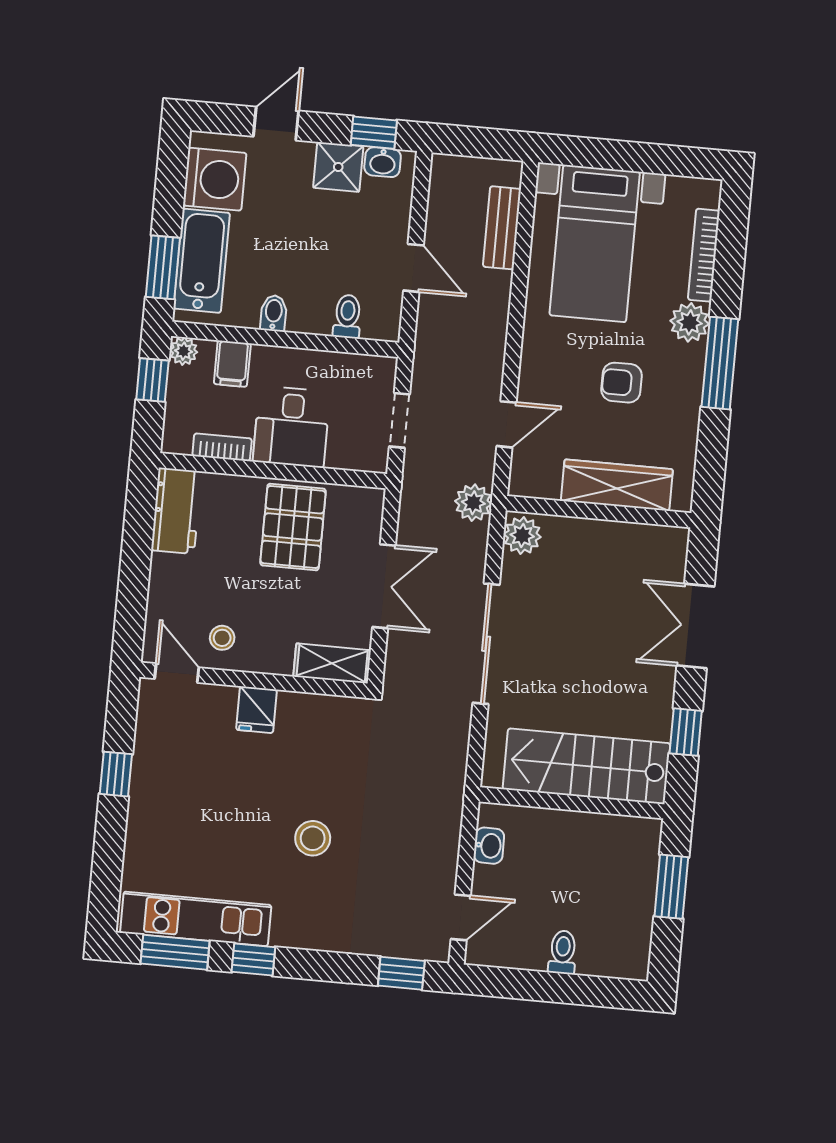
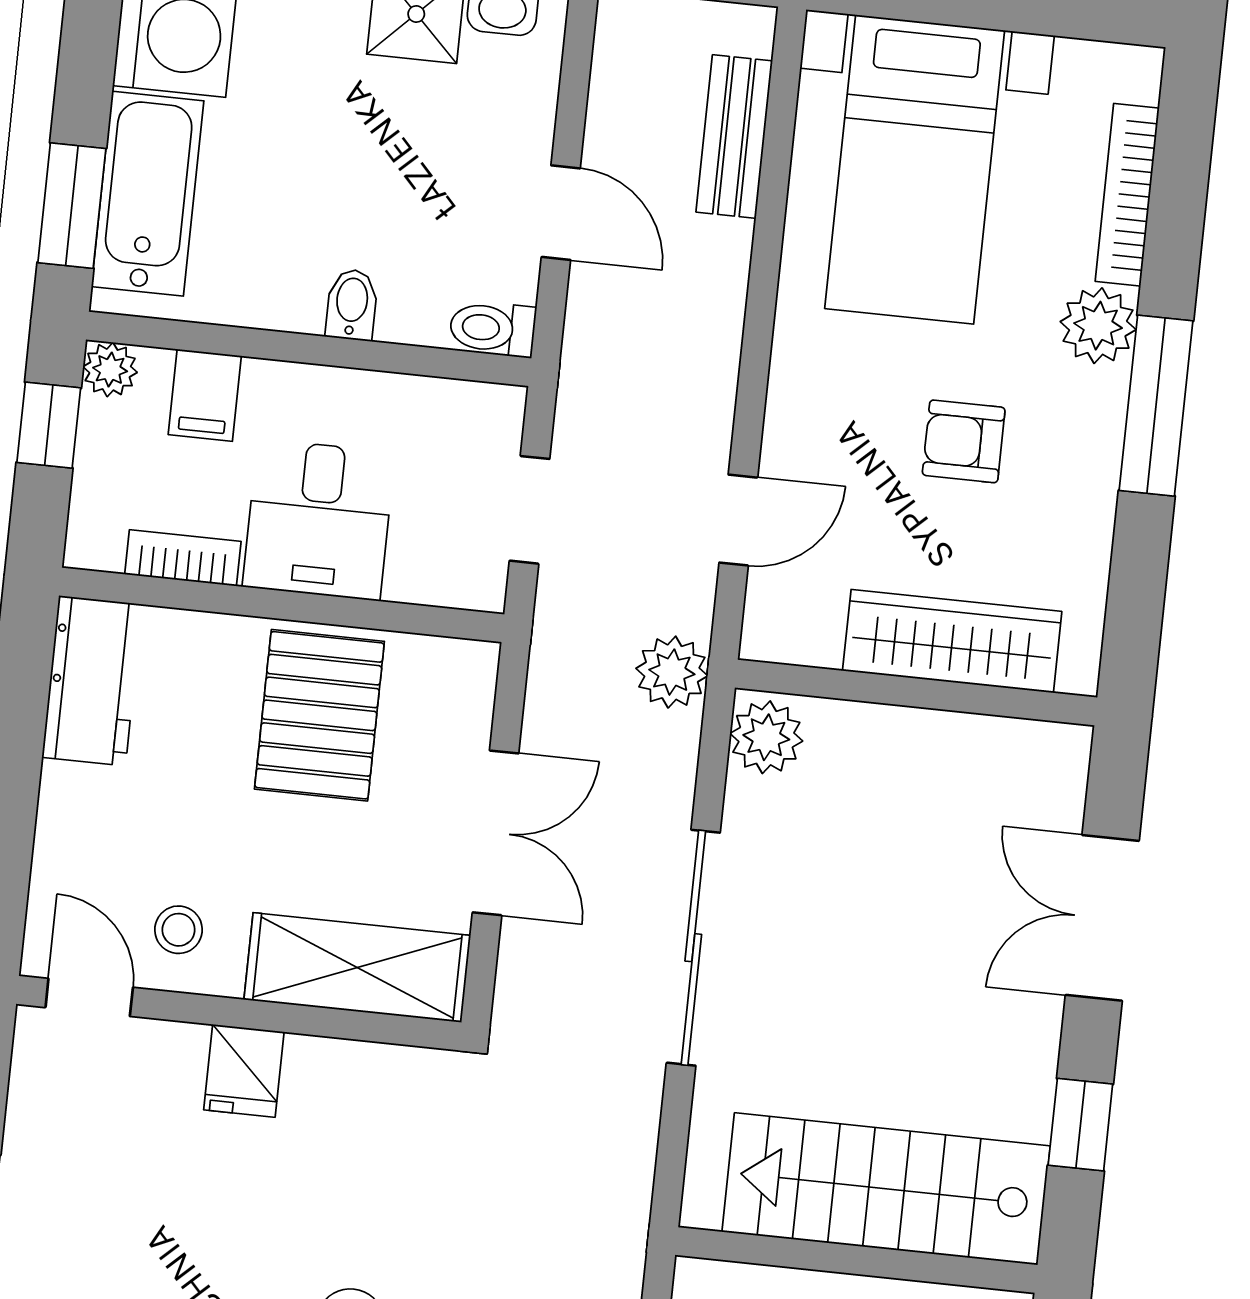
bidet: (274, 313) -> (352, 305), moved
toilet: (347, 316) -> (493, 328), moved, turned -90
shelving: (332, 663) -> (357, 968), width x1.50, depth x1.33

